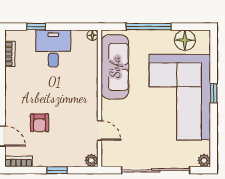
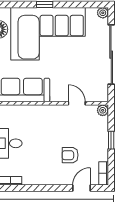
armchair: (40, 123) -> (70, 155), turned 180
door: (99, 130) -> (77, 103), hinge flipped

